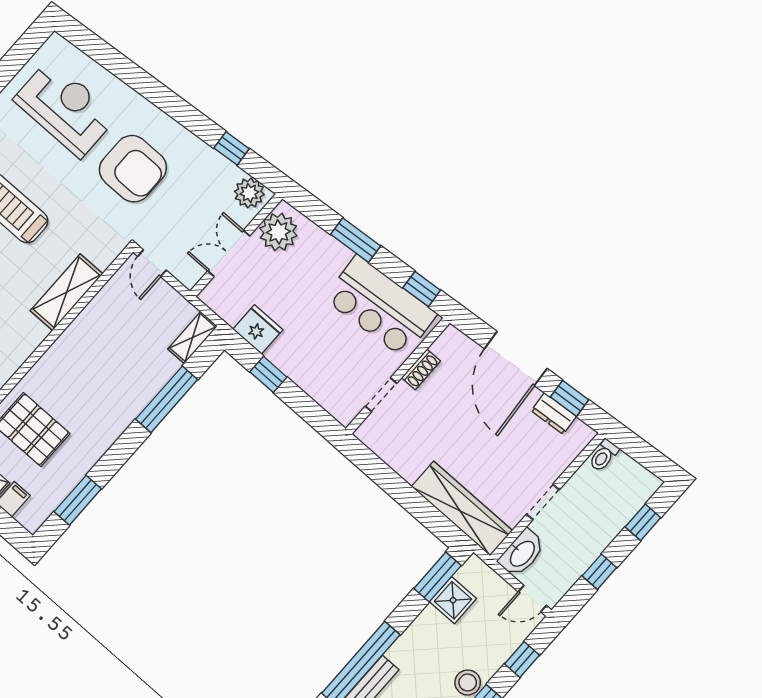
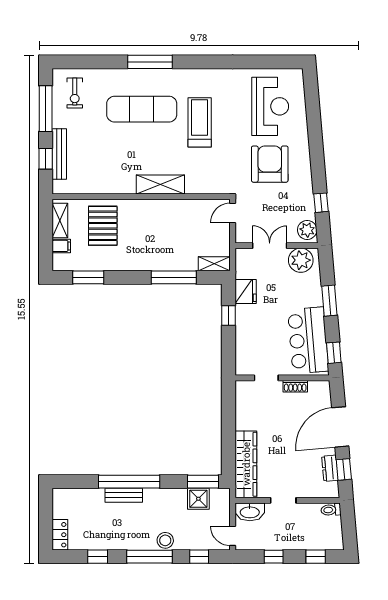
armchair: (133, 169) -> (270, 164), turned 180
shelving: (67, 292) -> (160, 184), moved

